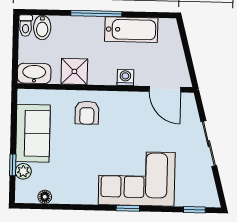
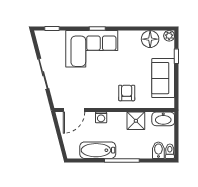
door: (165, 89) -> (74, 110), swing flipped
plant: (23, 171) -> (169, 36), moved
floor lamp: (45, 197) -> (150, 39), width x1.89, depth x1.89

